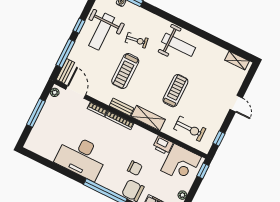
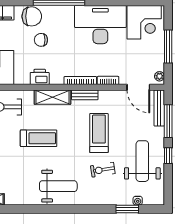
weight bench: (179, 45) -> (58, 186), turned 180
bench: (65, 71) -> (159, 108), width x1.36
treadmill: (175, 91) -> (39, 138), turned -90
corner desk: (46, 142) -> (144, 22), added
printer: (163, 145) -> (40, 77), moved

